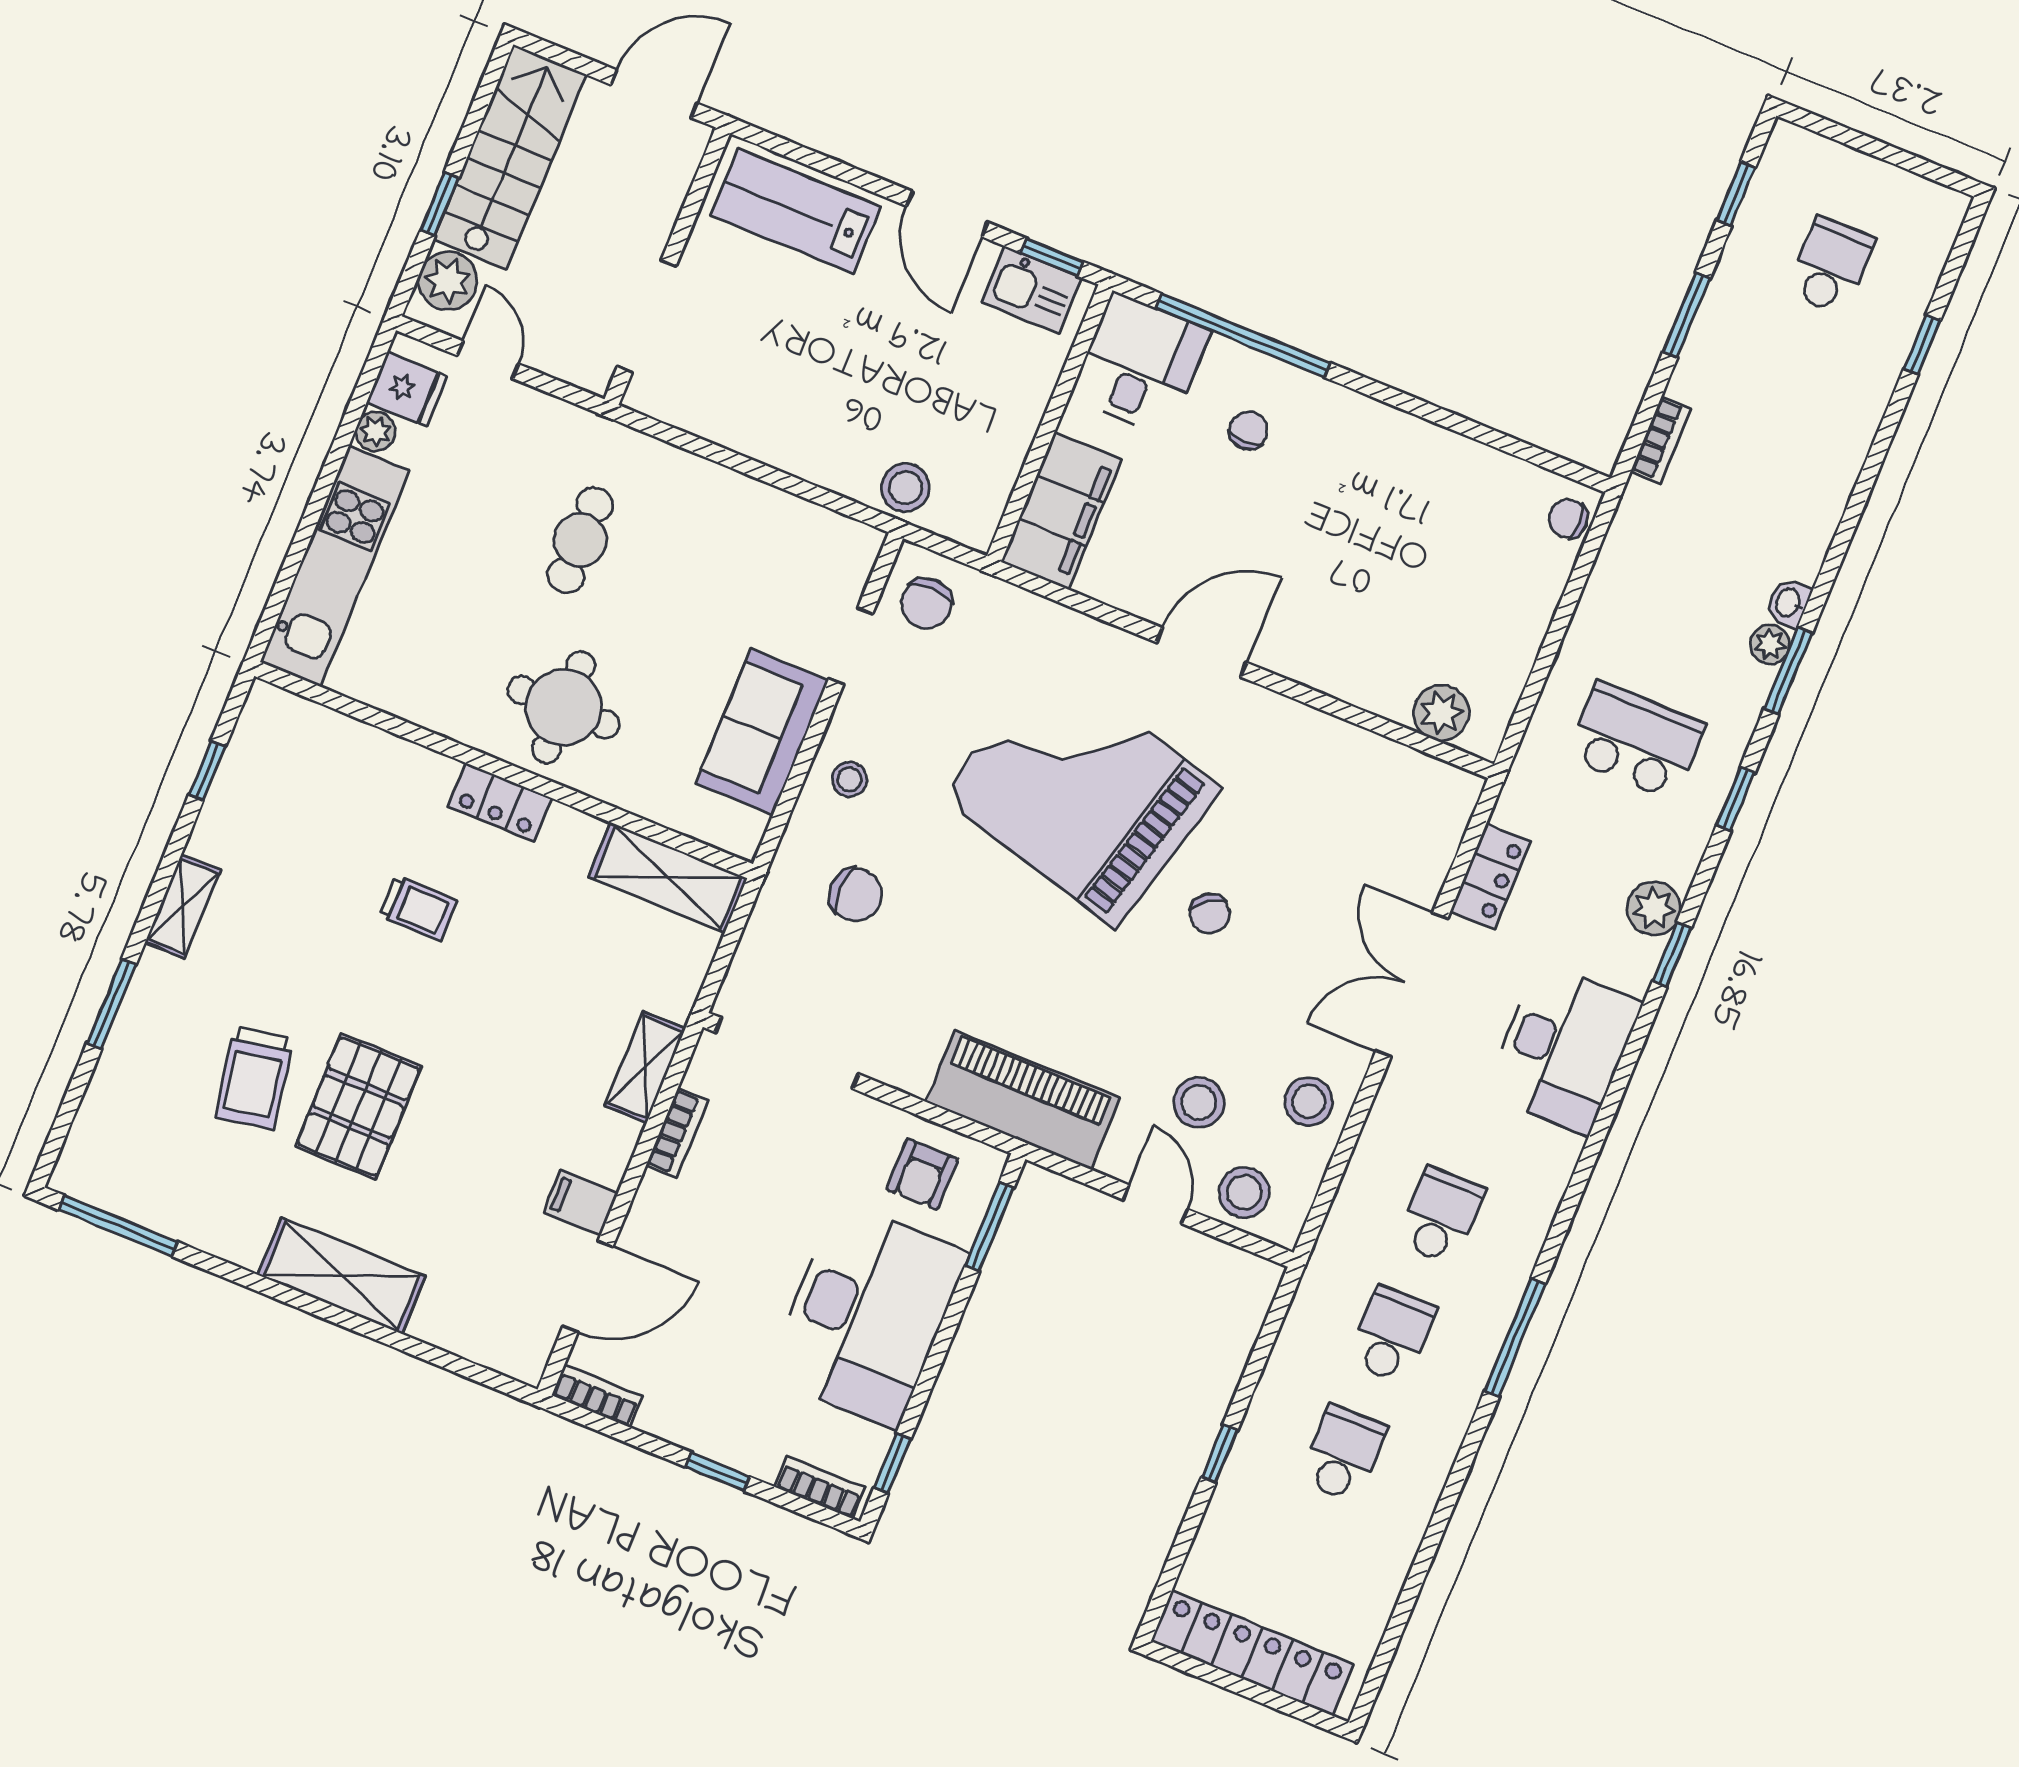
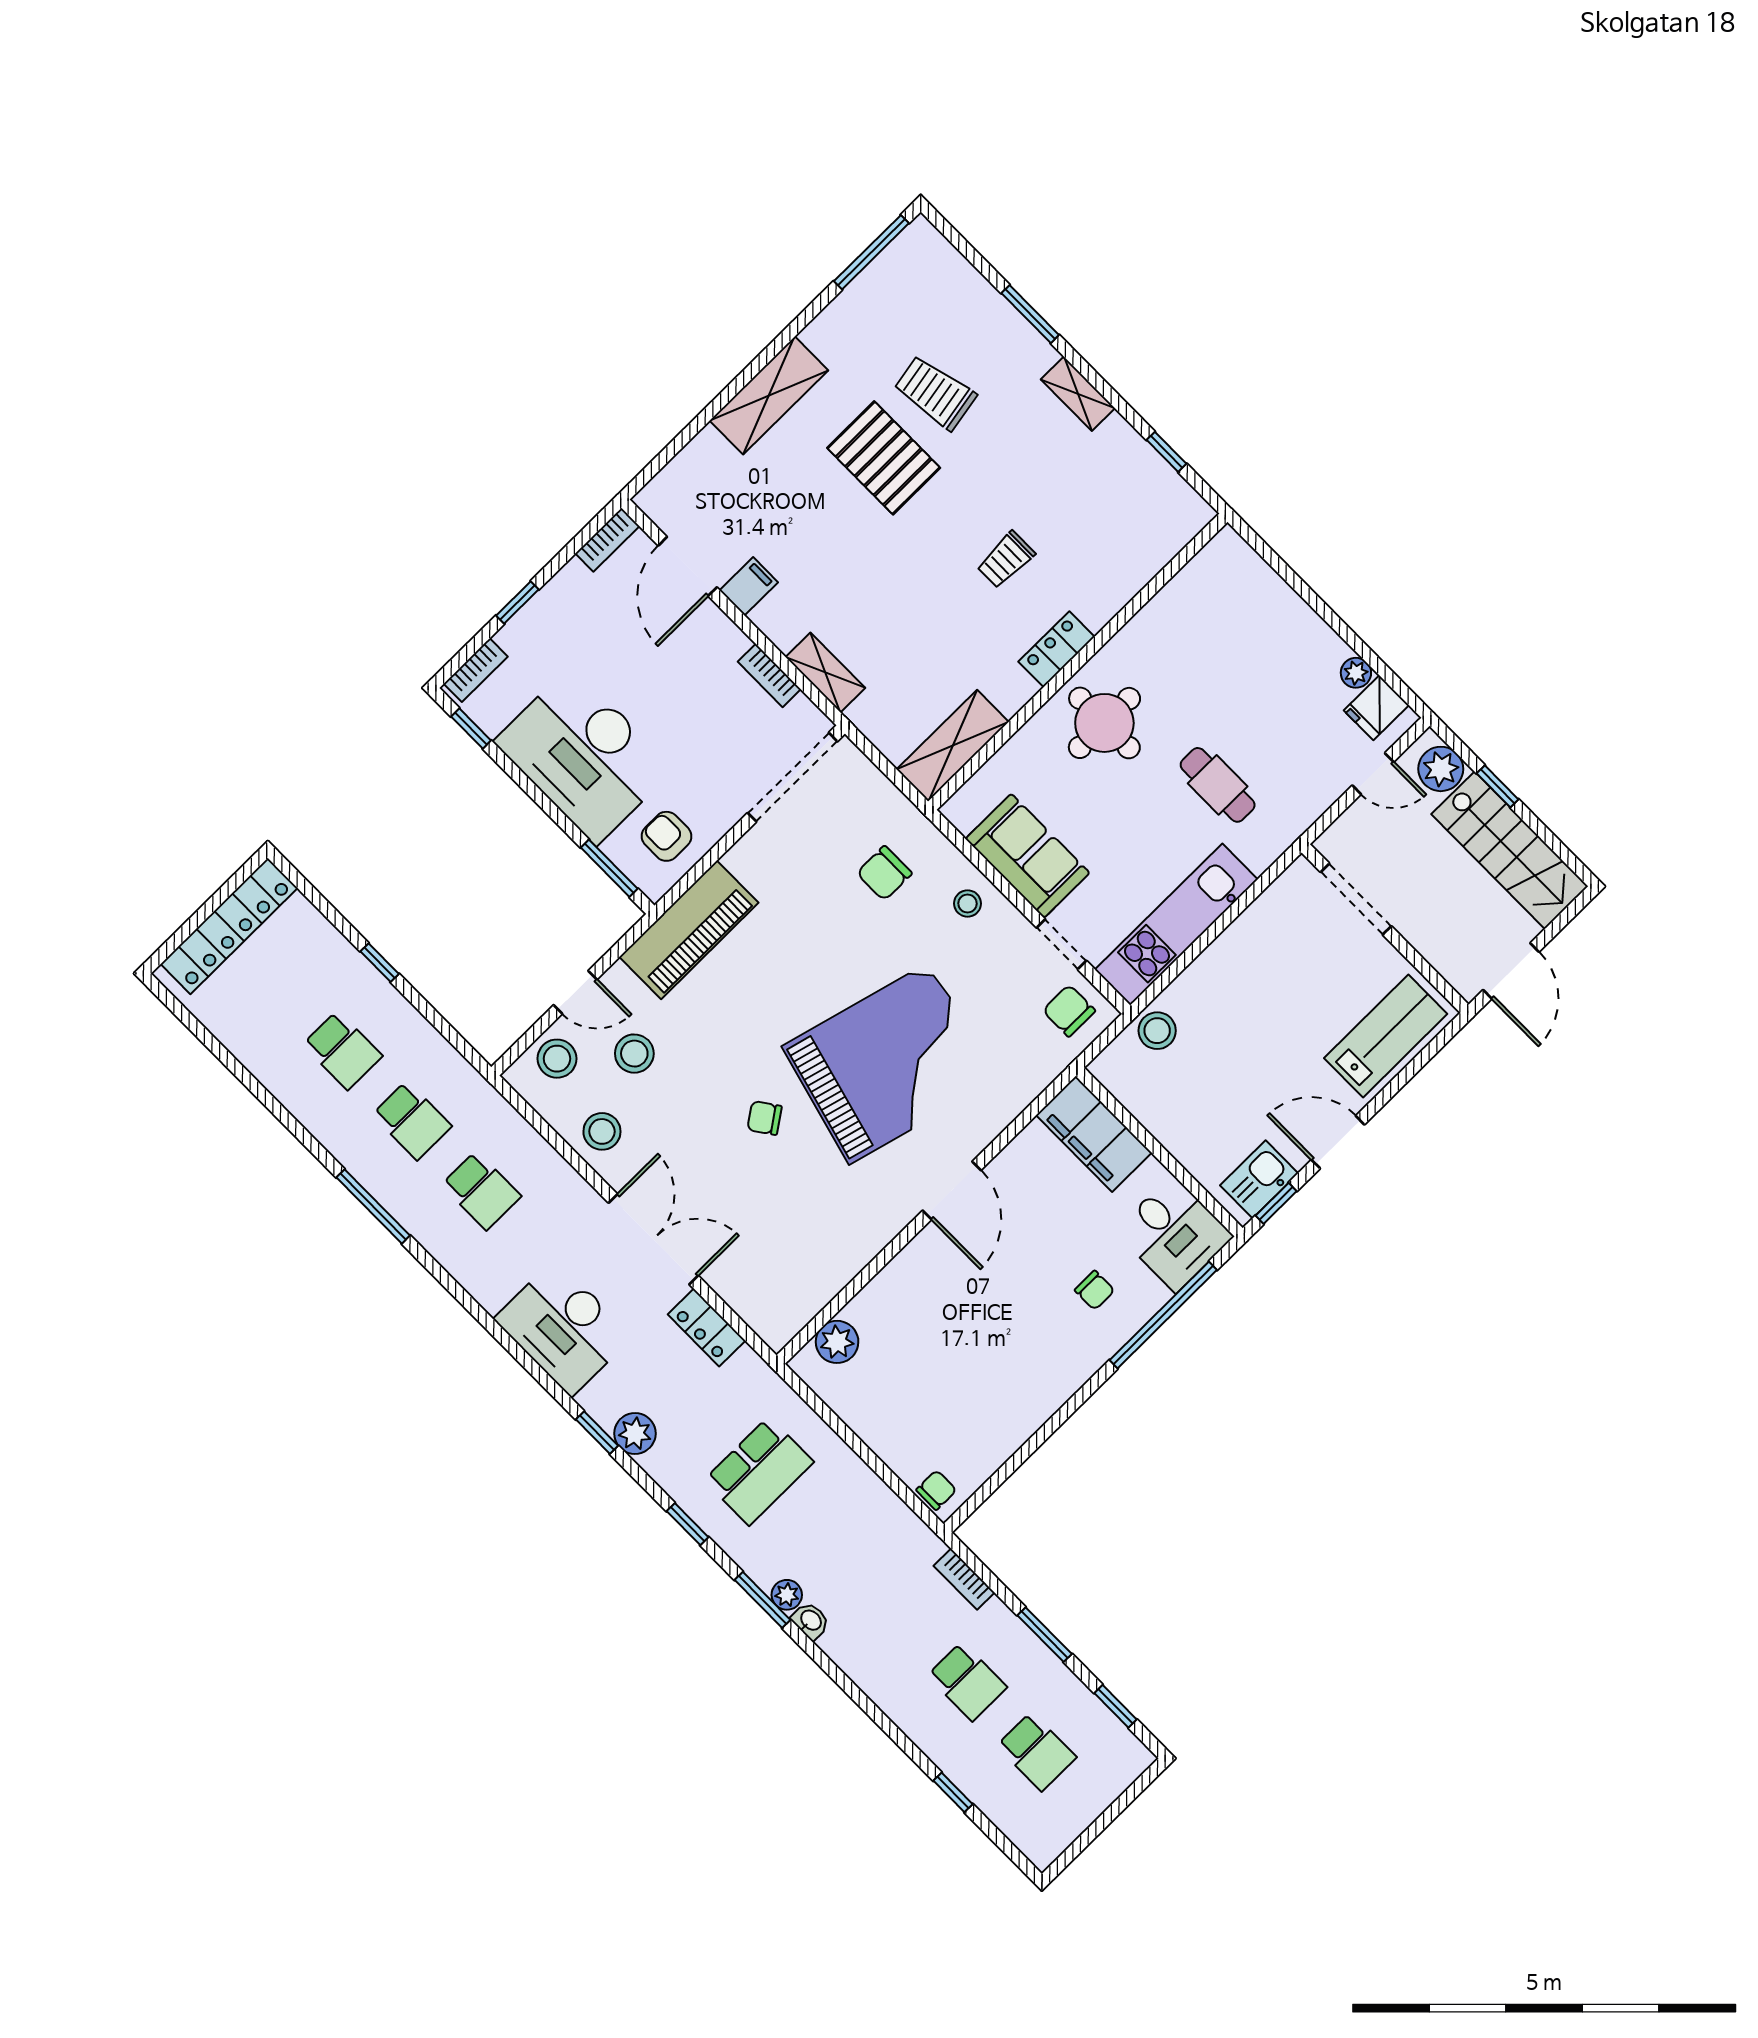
school desk: (1782, 384) -> (967, 1681), added
kitchen unit: (335, 566) -> (1176, 925), moved, turned 90

